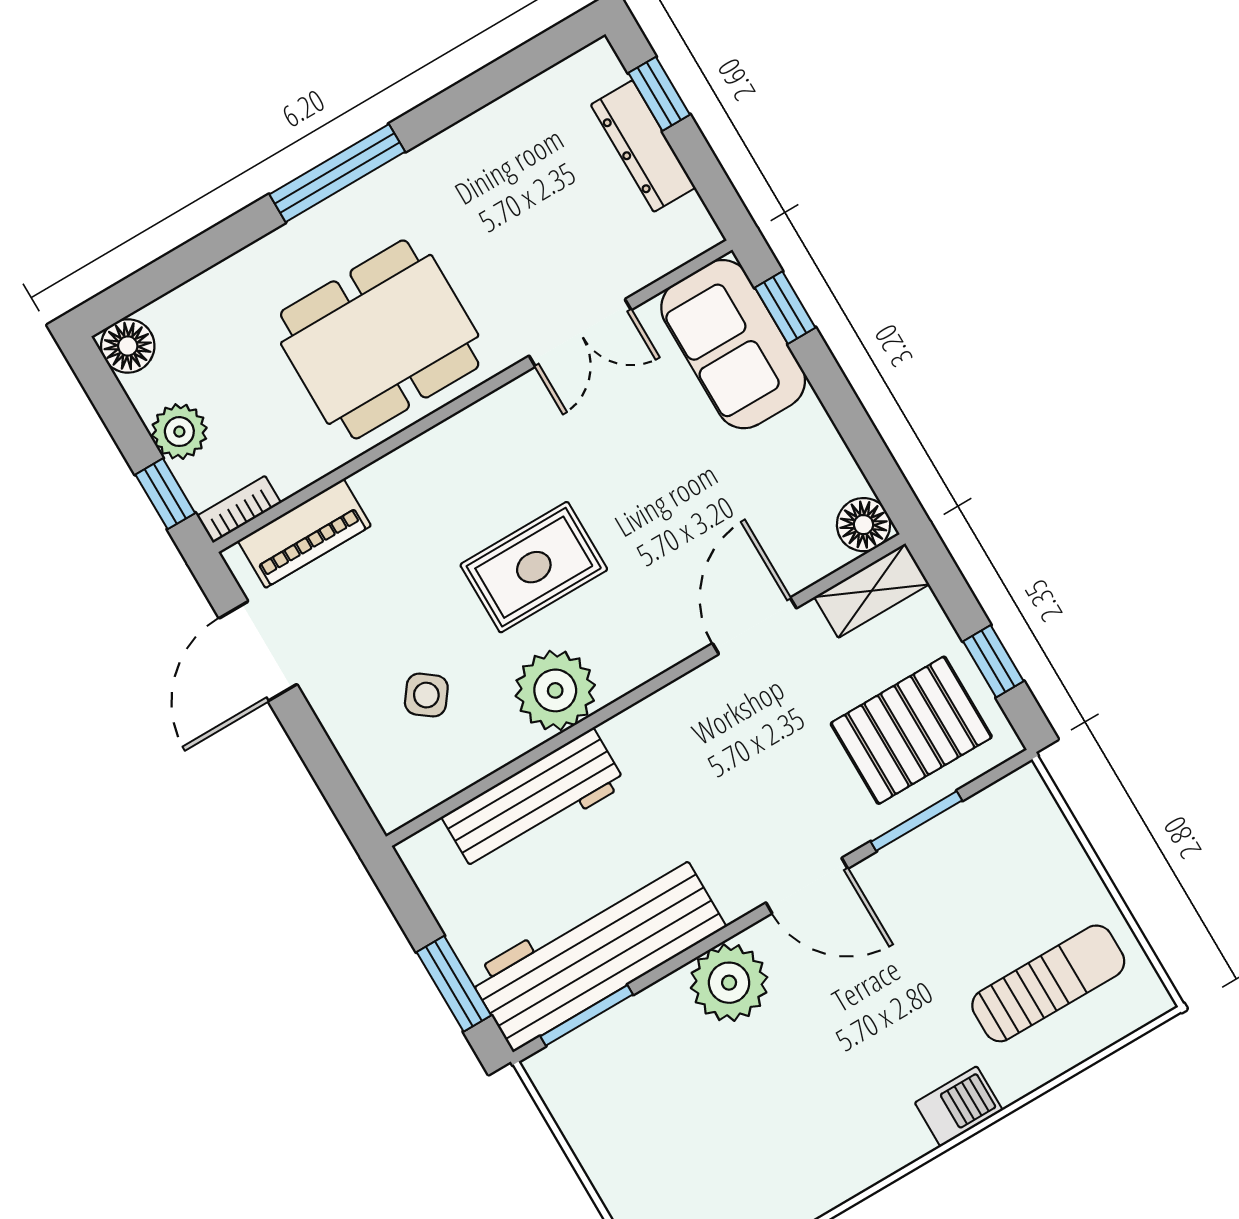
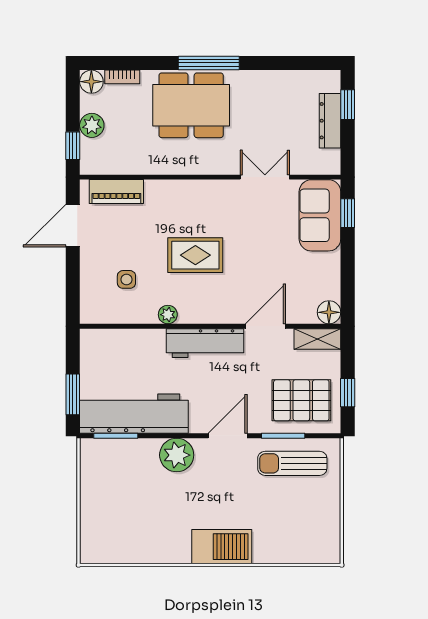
double door: (580, 333) -> (265, 177), swing flipped
dining table: (380, 339) -> (191, 105), moved
bookcase: (239, 509) -> (122, 77), moved, turned 180
plant: (555, 690) -> (168, 315), width x0.53, depth x0.53
side table: (426, 695) -> (126, 279), turned -37
workbench: (534, 801) -> (205, 343), moved
door: (807, 886) -> (228, 436), swing flipped
sun lounger: (1048, 983) -> (292, 463), moved, turned 180
barbecue: (959, 1106) -> (222, 547), width x1.88, depth x1.53

